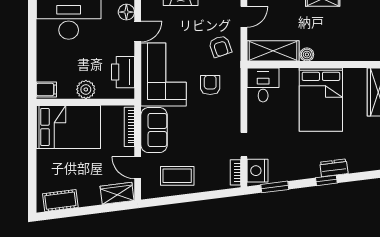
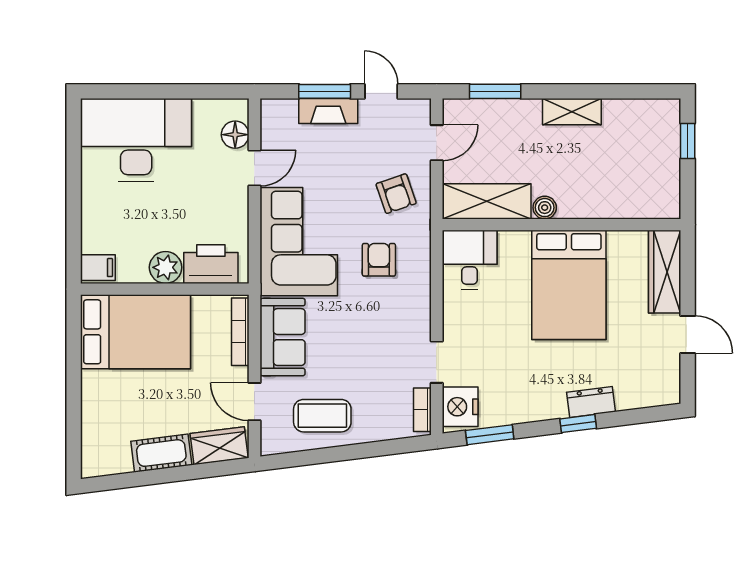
printer: (123, 72) -> (211, 264), moved, turned 90
cot: (60, 201) -> (161, 453), moved

